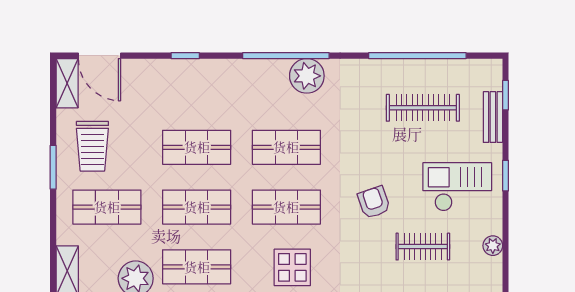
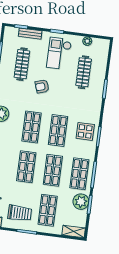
armchair: (374, 202) -> (42, 86), moved
clothes rail: (423, 247) -> (84, 72), width x1.36

